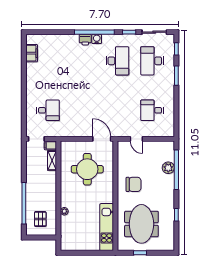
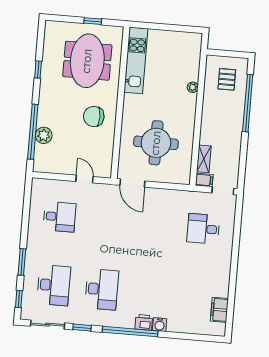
water cooler: (97, 39) -> (160, 325), moved
desk: (117, 61) -> (102, 289), turned 180

